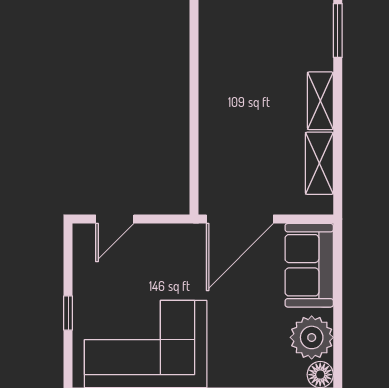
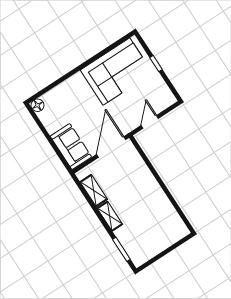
door: (115, 219) -> (150, 122), moved
plant: (312, 337) -> (51, 118), removed

